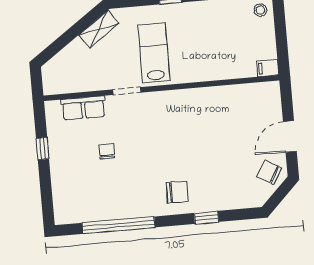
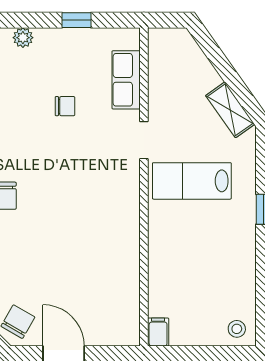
lab bench: (154, 53) -> (192, 181), turned 180
plant: (59, 187) -> (23, 38), added

